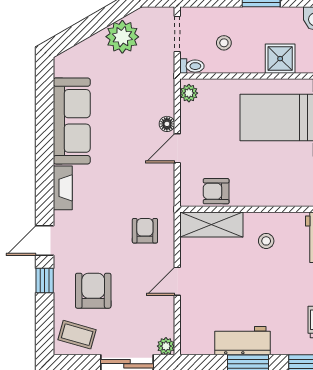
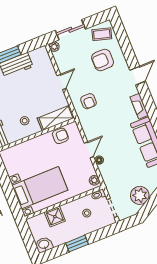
window: (45, 280) -> (129, 55), removed
armchair: (93, 291) -> (103, 60), turned 90

